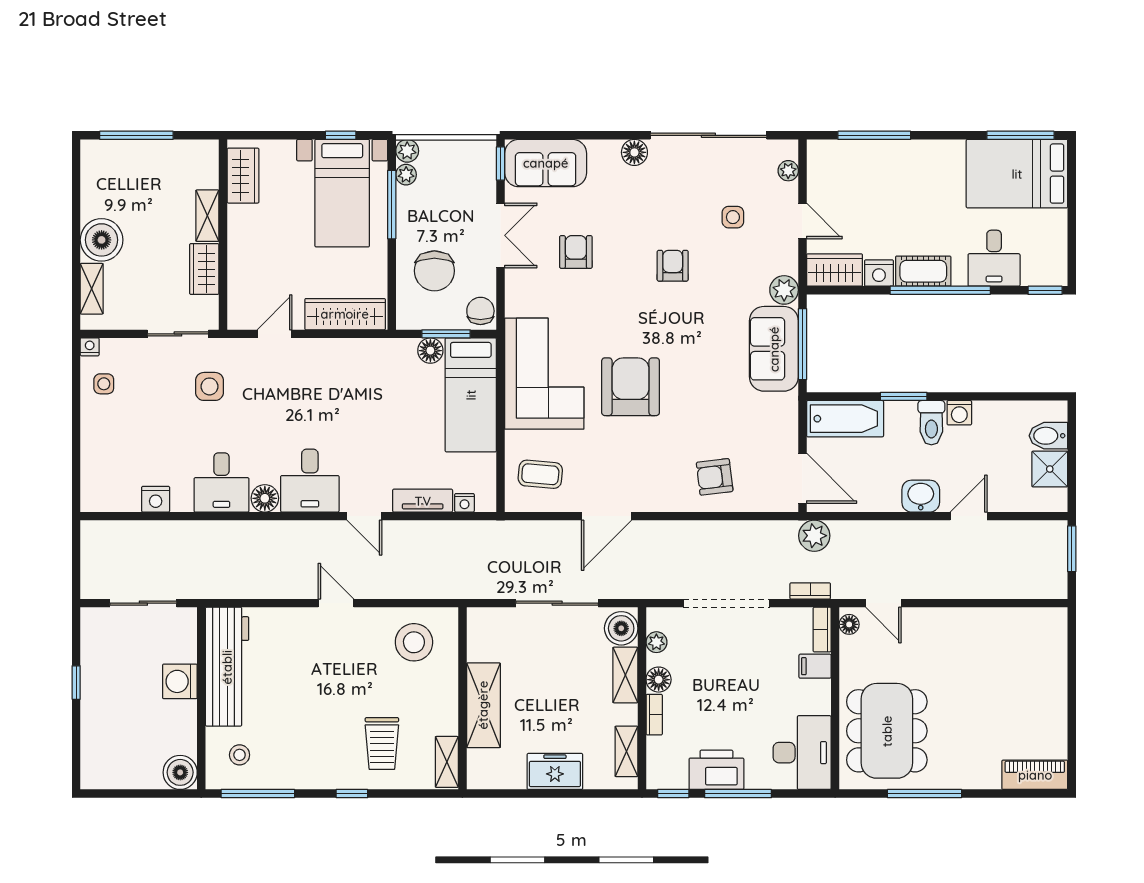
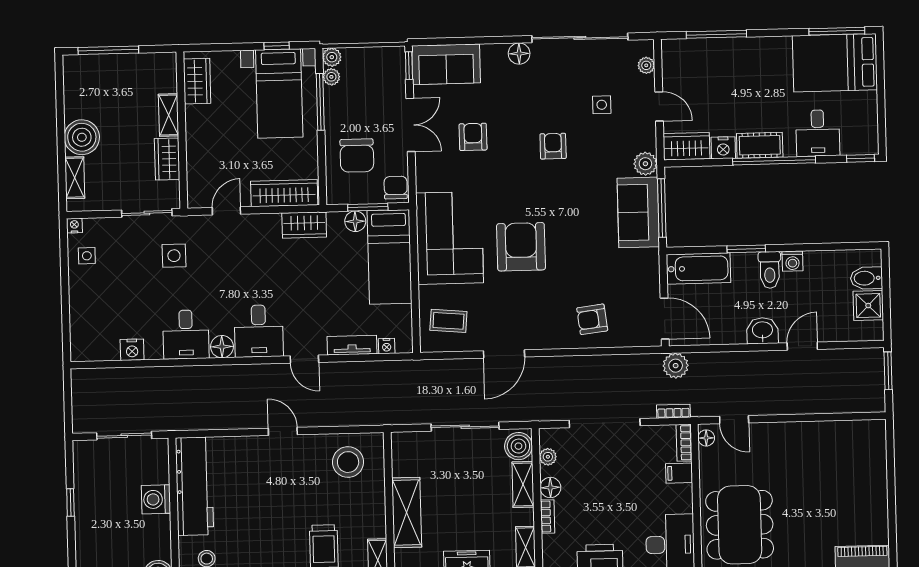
wardrobe: (368, 353) -> (304, 225), added

